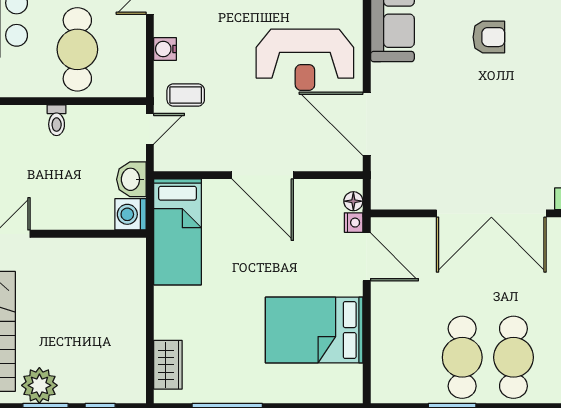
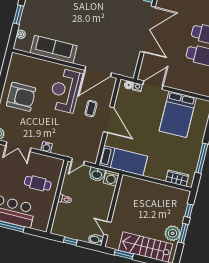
armchair: (489, 37) -> (75, 12), removed
cafe table: (77, 49) -> (38, 183), width x0.73, depth x0.74
reception desk: (305, 60) -> (65, 90), turned 180
coffee table: (186, 95) -> (91, 109), moved
door: (150, 129) -> (78, 161), swing flipped
door: (263, 175) -> (109, 120), hinge flipped

